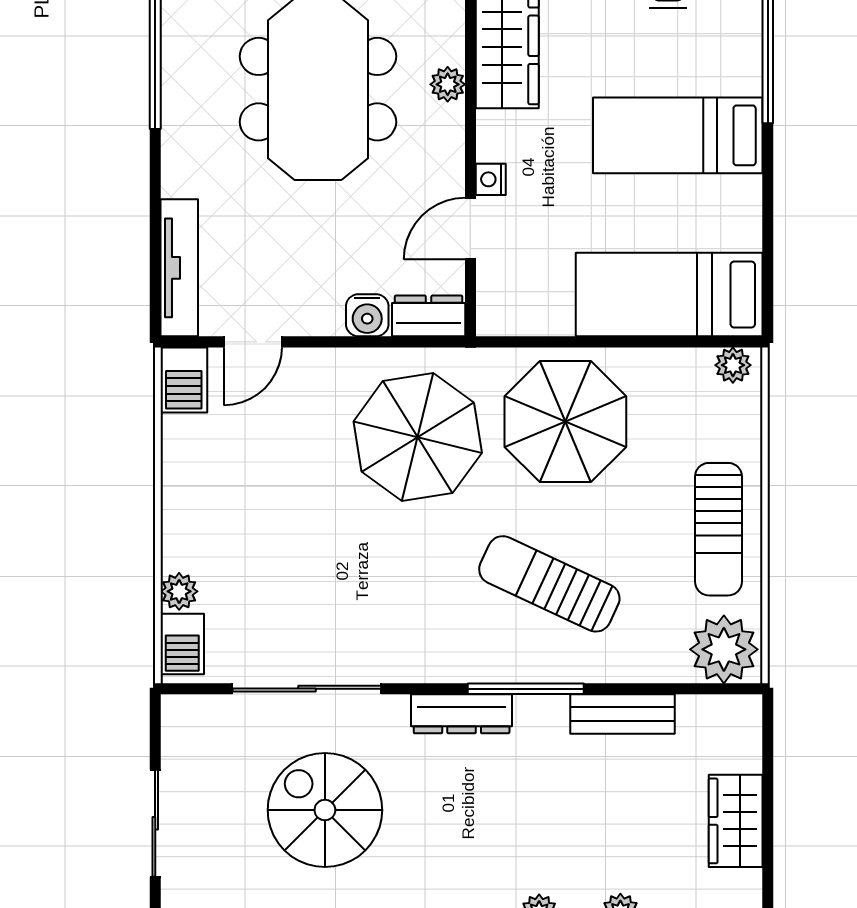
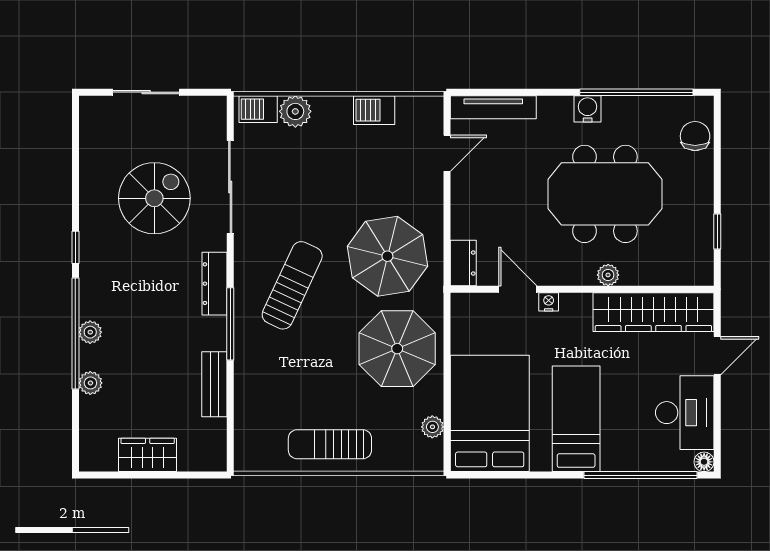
bed: (669, 295) -> (490, 413), width x1.50
water cooler: (367, 315) -> (588, 109), moved, turned 90
door: (253, 342) -> (447, 153), swing flipped
plant: (733, 365) -> (432, 427), moved
barbecue: (184, 380) -> (374, 110), moved
sun lounger: (549, 584) -> (292, 285), moved
plant: (179, 591) -> (295, 111), width x1.38, depth x1.38
plant: (724, 649) -> (255, 448), removed

